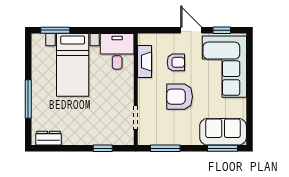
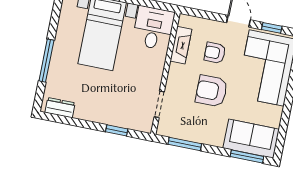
armchair: (176, 62) -> (215, 53), turned 180

